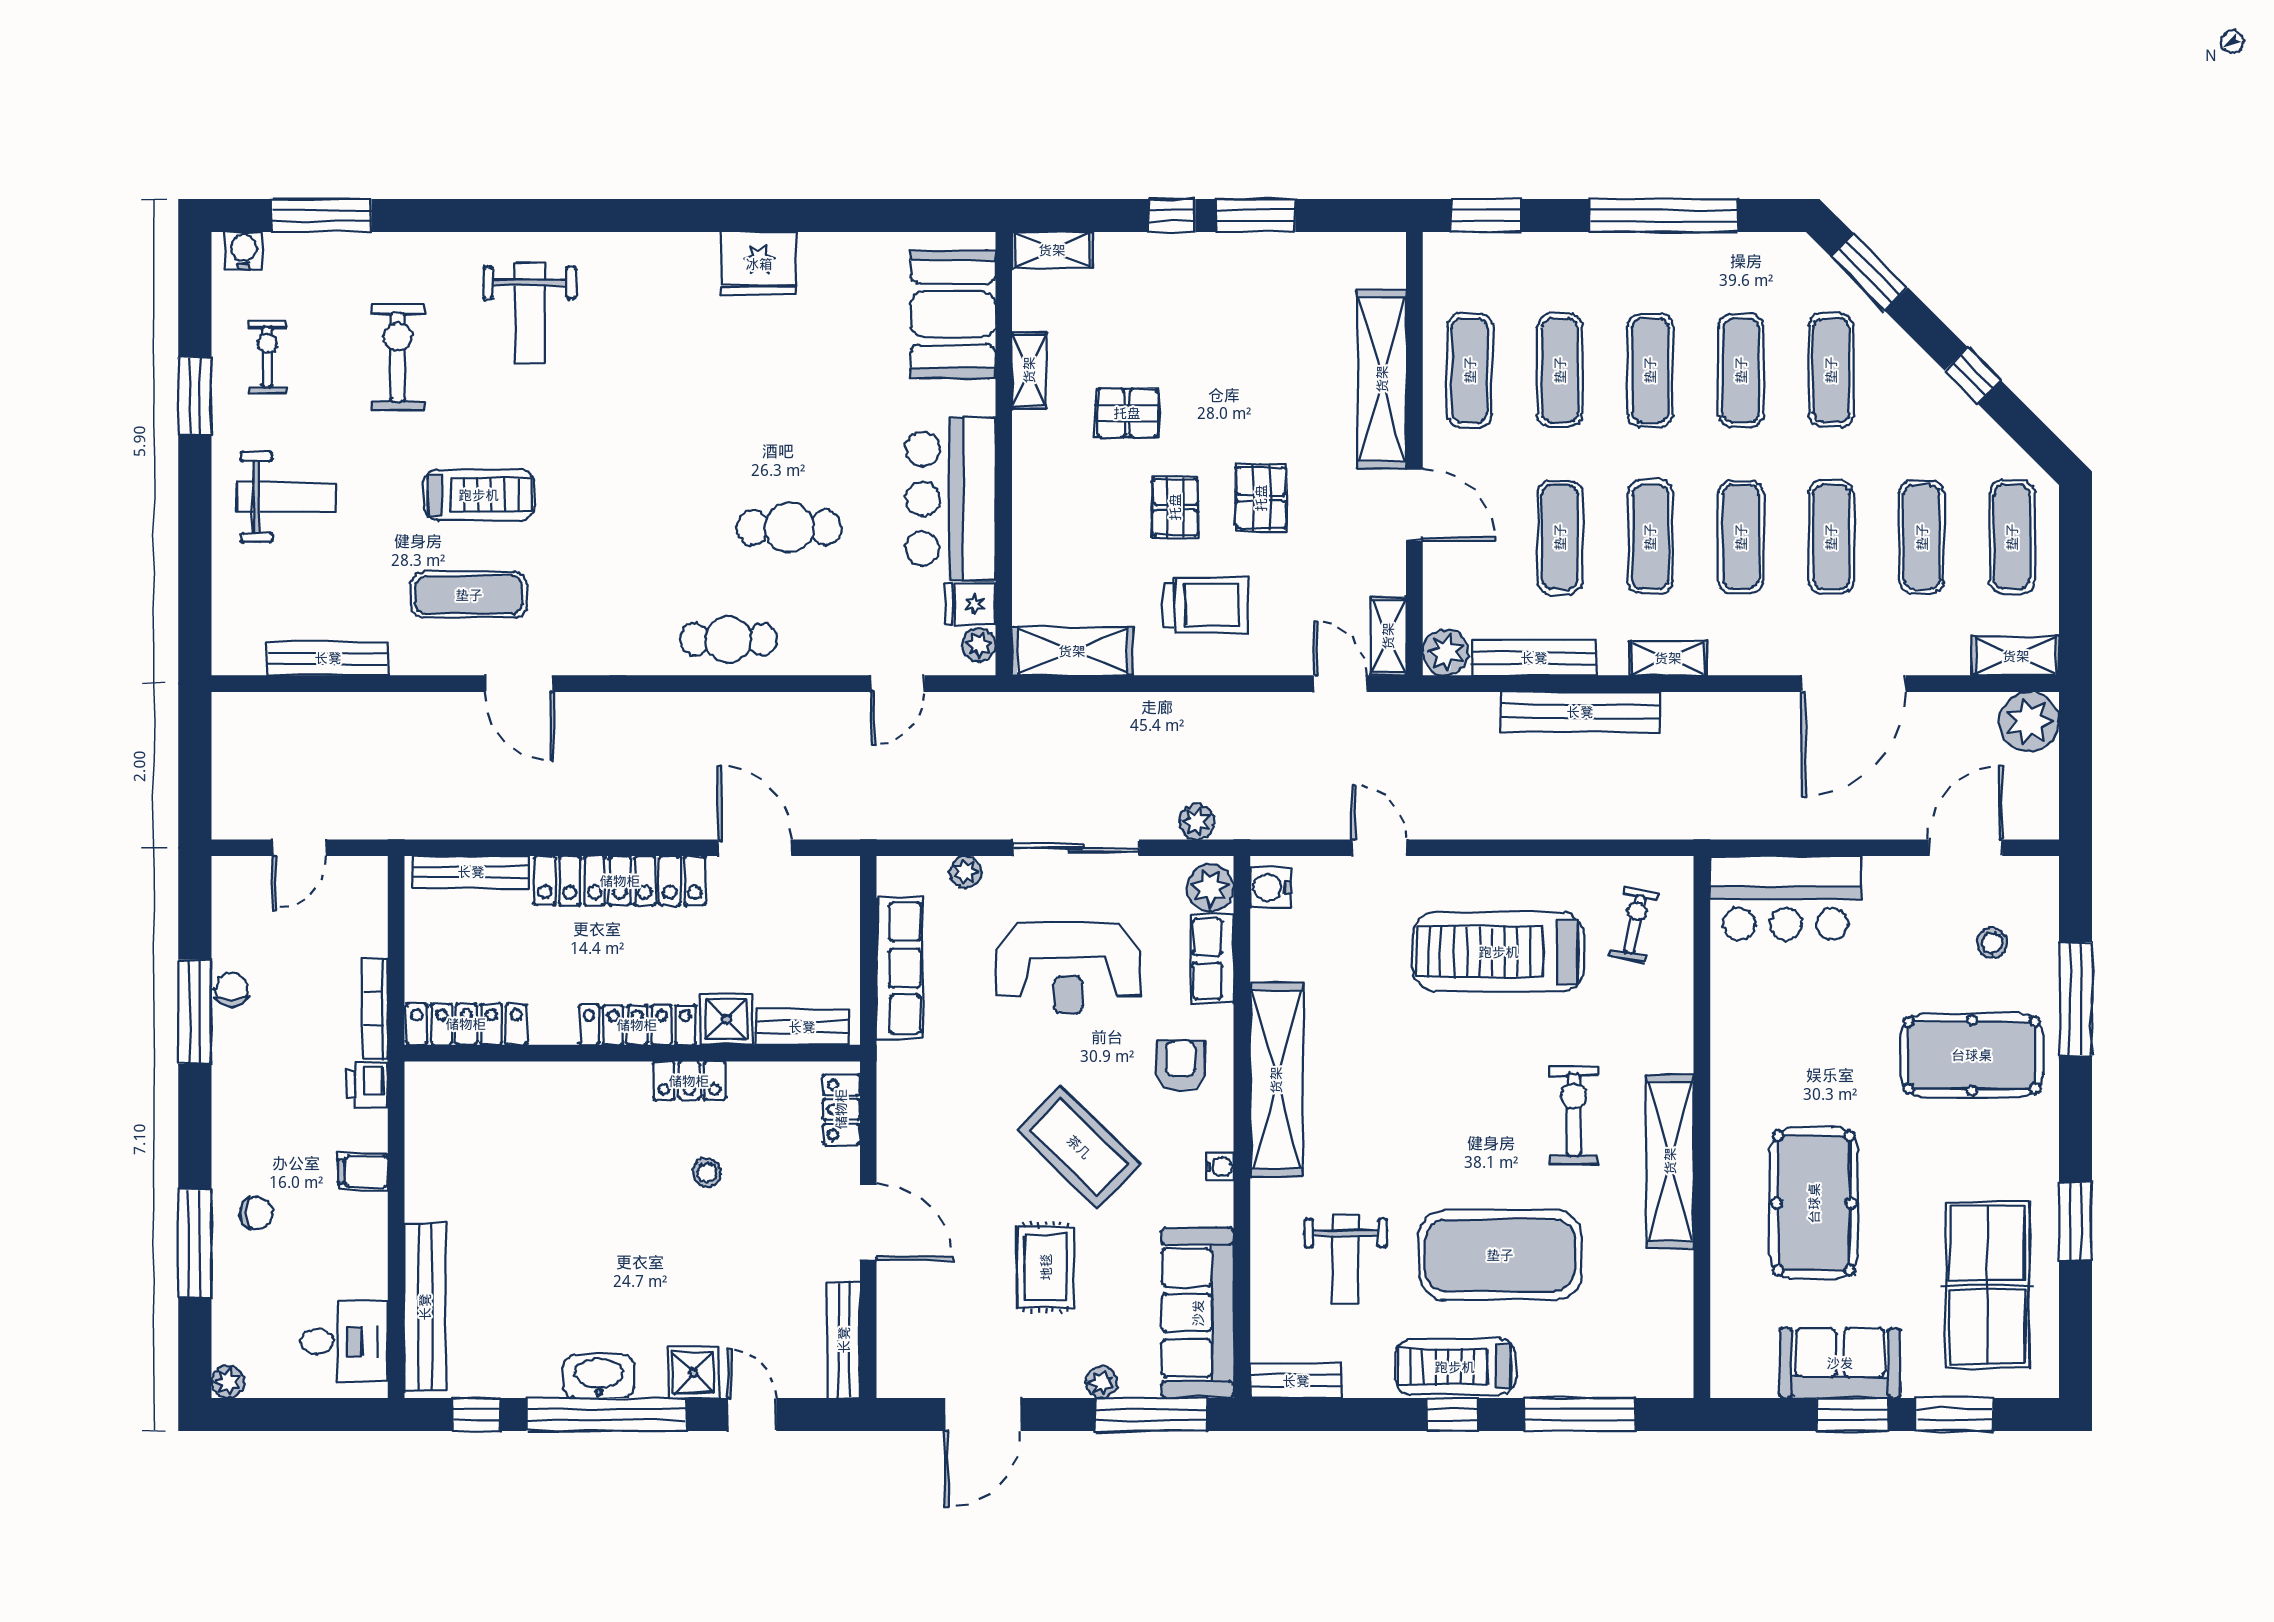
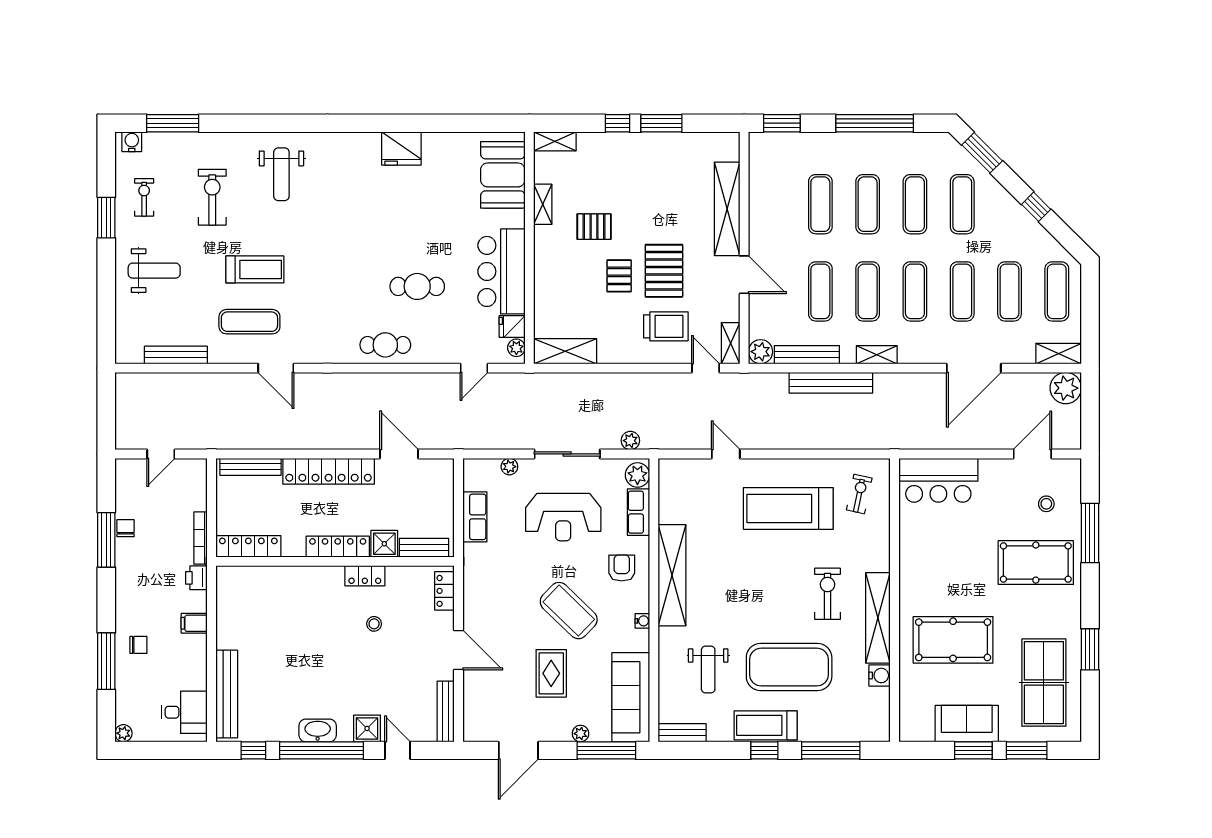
exercise mat: (1470, 370) -> (773, 204), removed
pallet: (1261, 498) -> (664, 271), width x1.50, depth x1.42
trolley: (1205, 605) -> (666, 326), moved
water cooler: (1270, 887) -> (880, 675), moved, turned 180
row of seats: (899, 968) -> (475, 517), width x0.68
pool table: (1814, 1203) -> (953, 640), turned 90

